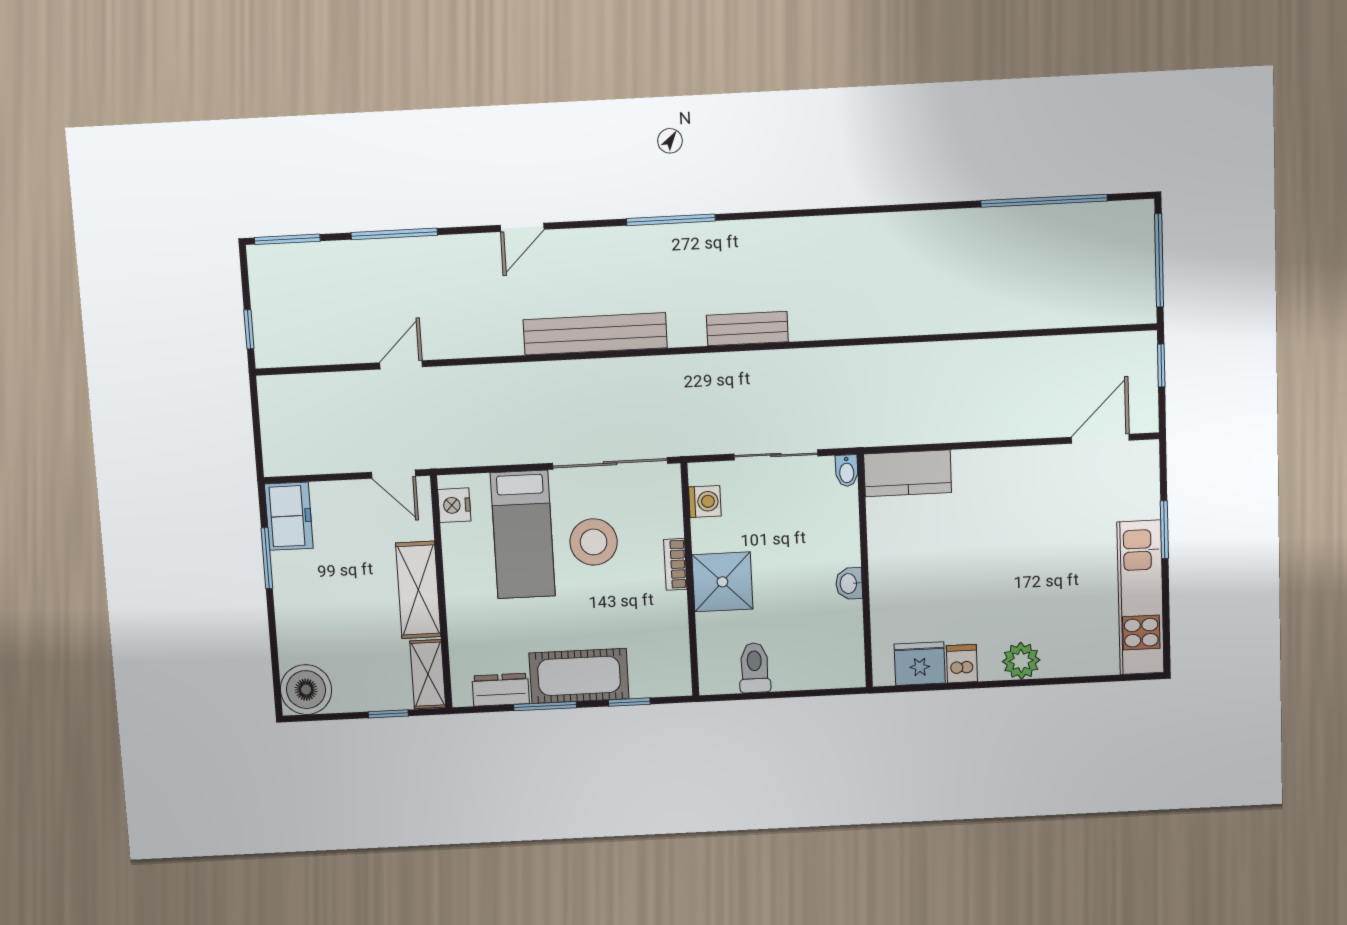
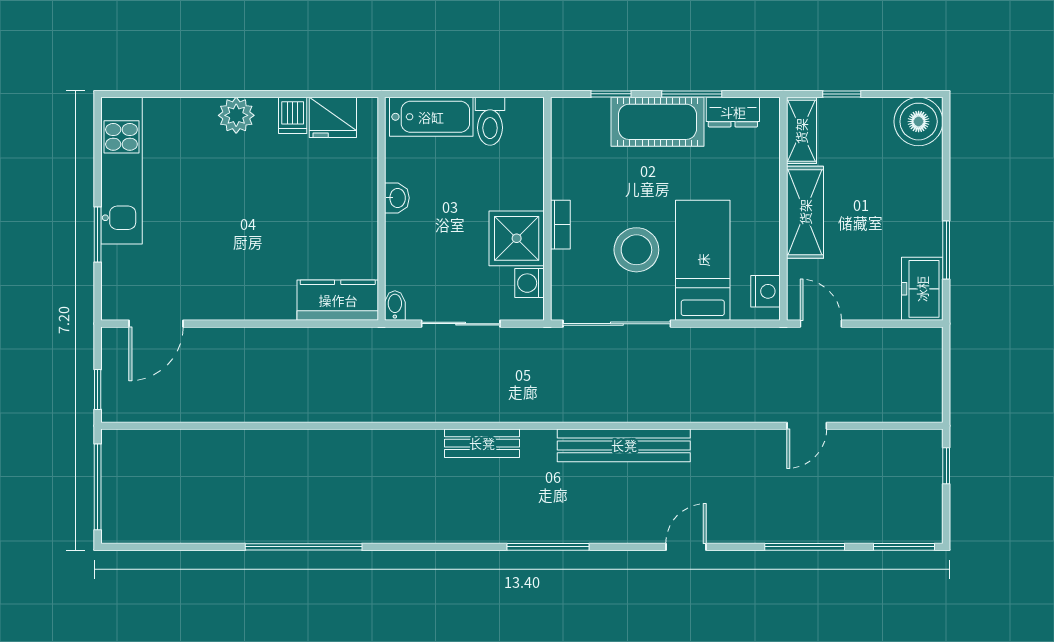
window: (1044, 201) -> (304, 547), moved
shower: (722, 582) -> (517, 238), moved
bathtub: (816, 669) -> (431, 117), added

